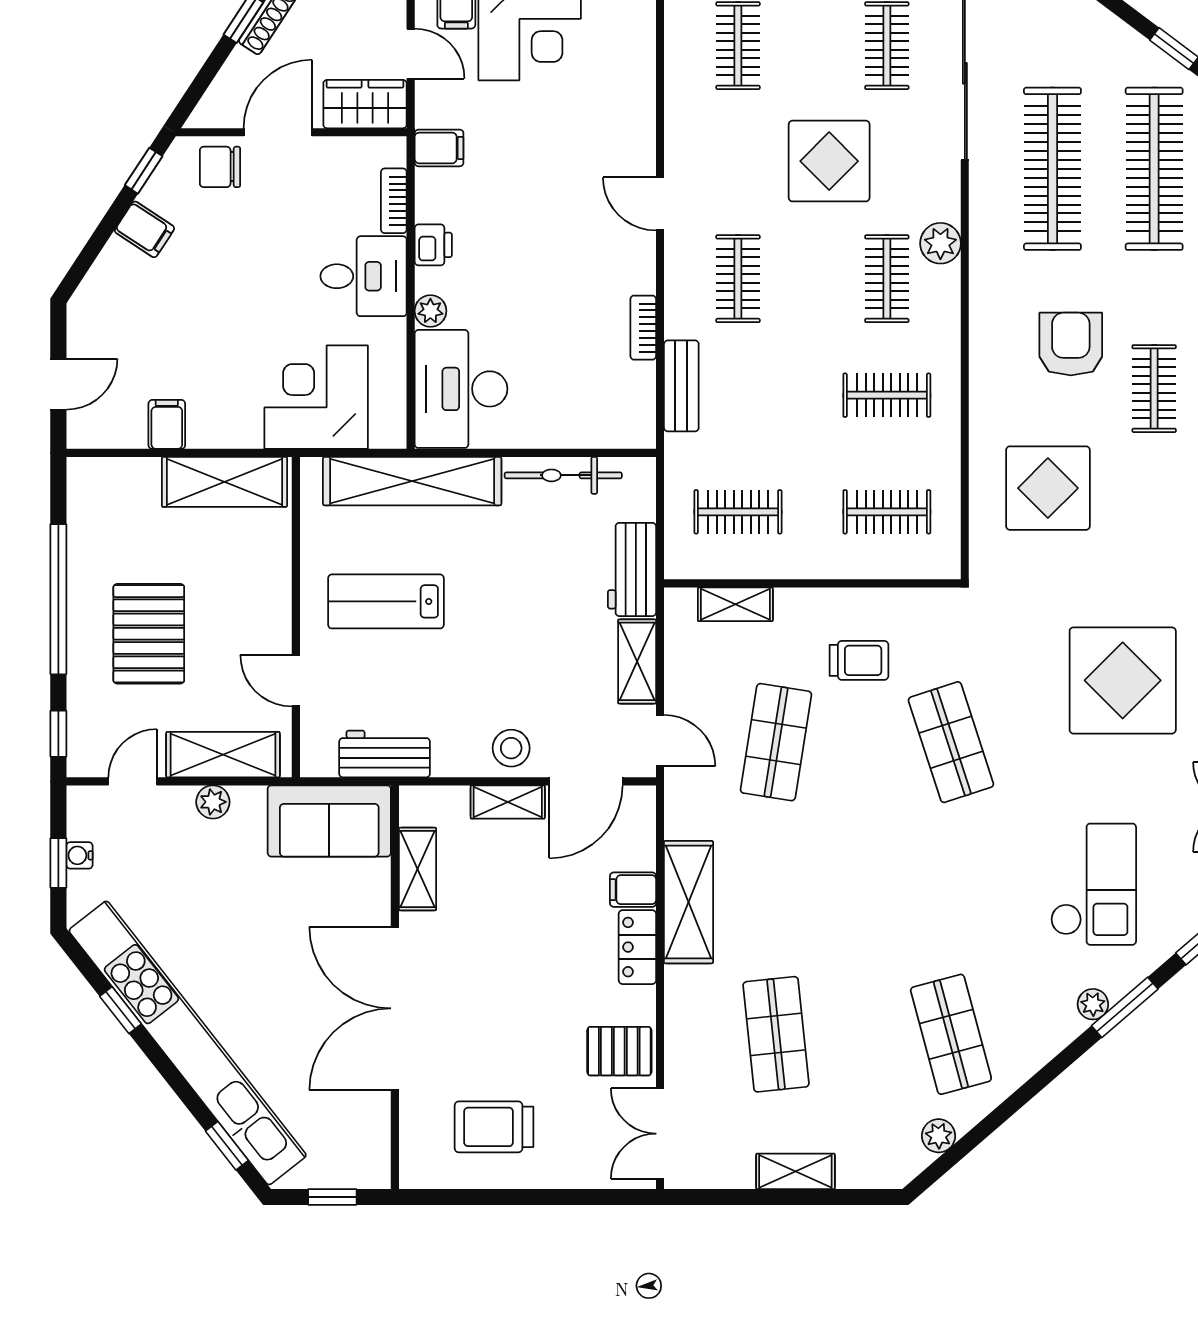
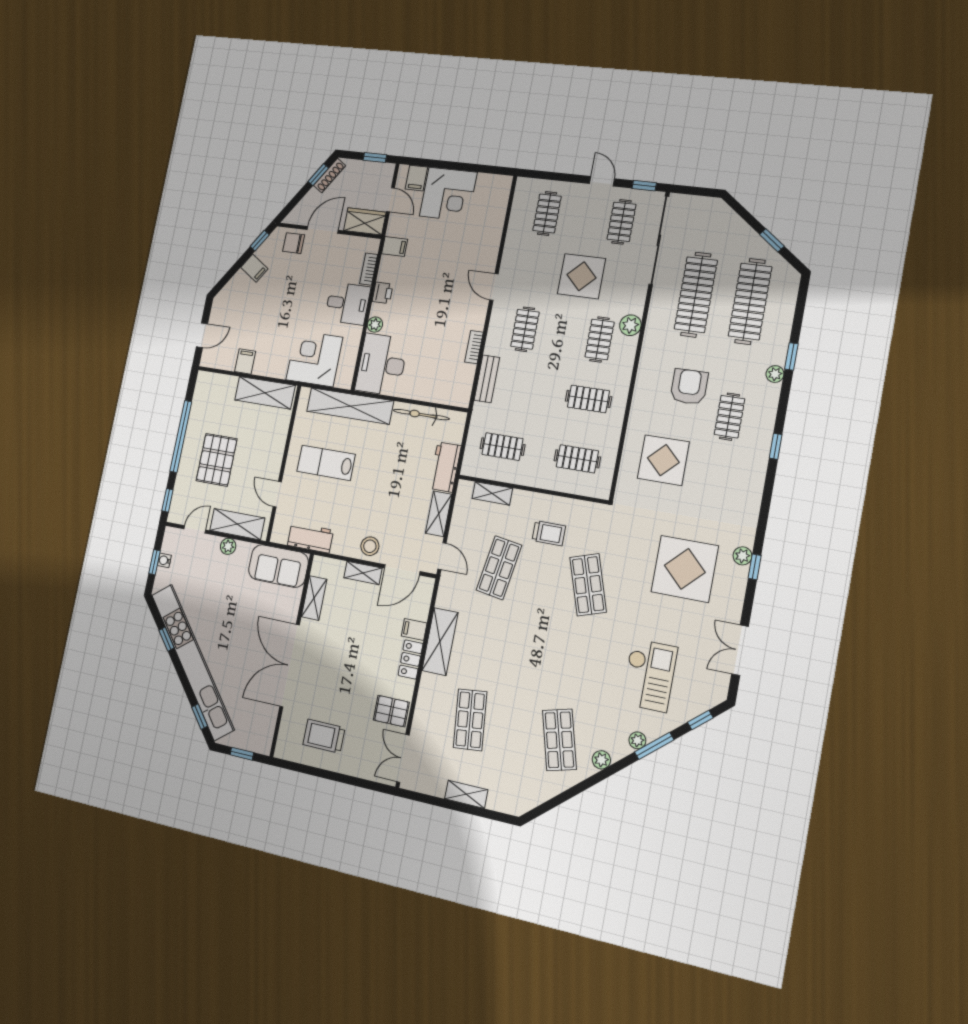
plant: (939, 1136) -> (601, 760), moved

